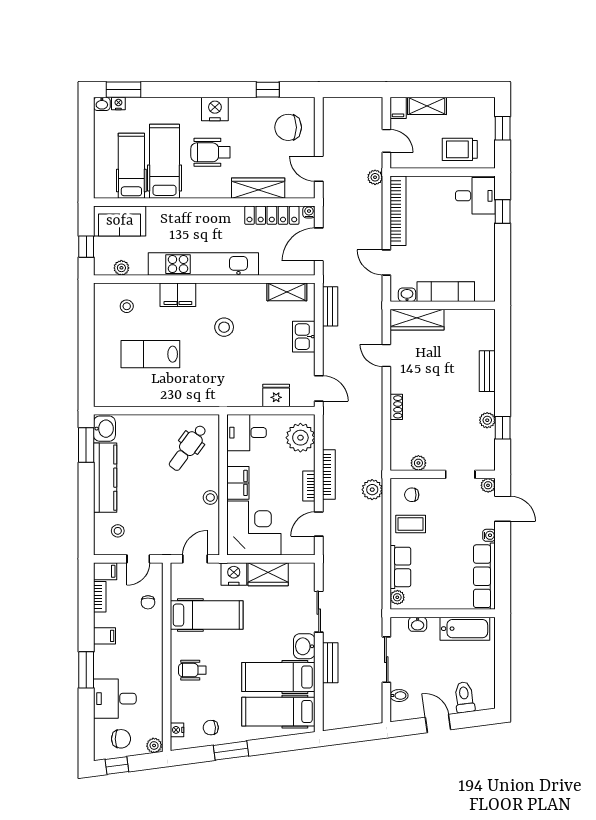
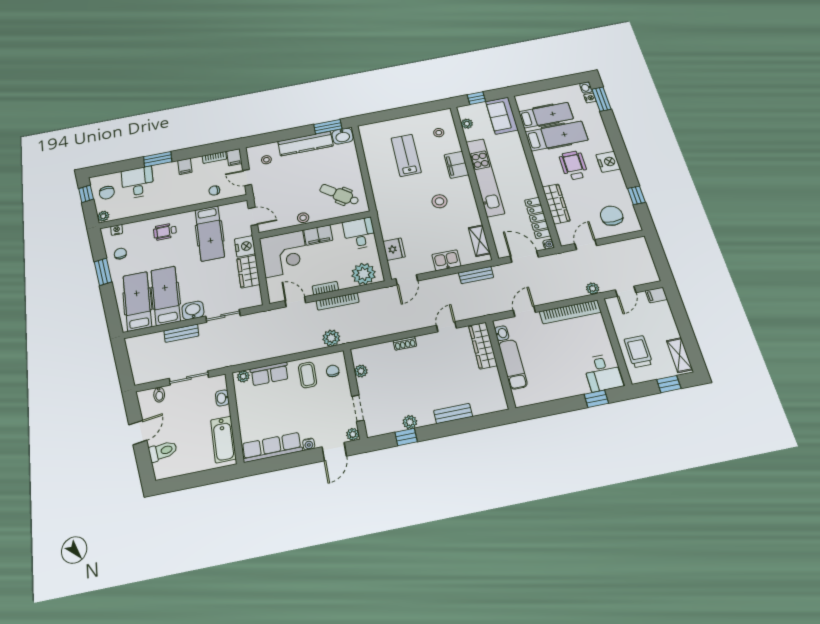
shelving: (427, 106) -> (680, 355), moved
wheelchair: (192, 670) -> (165, 232), turned -90

